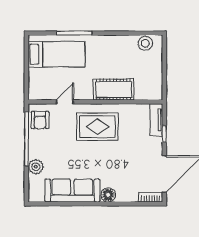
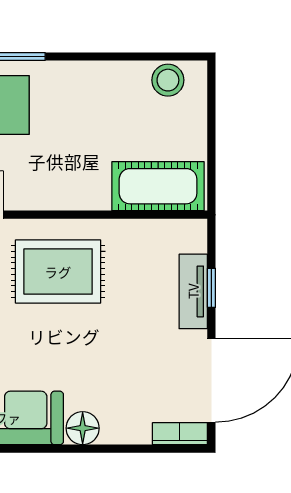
cot: (113, 90) -> (158, 186), moved
tv unit: (156, 120) -> (193, 291), moved

